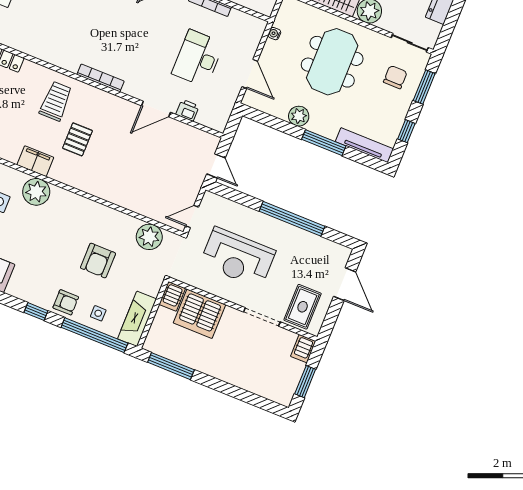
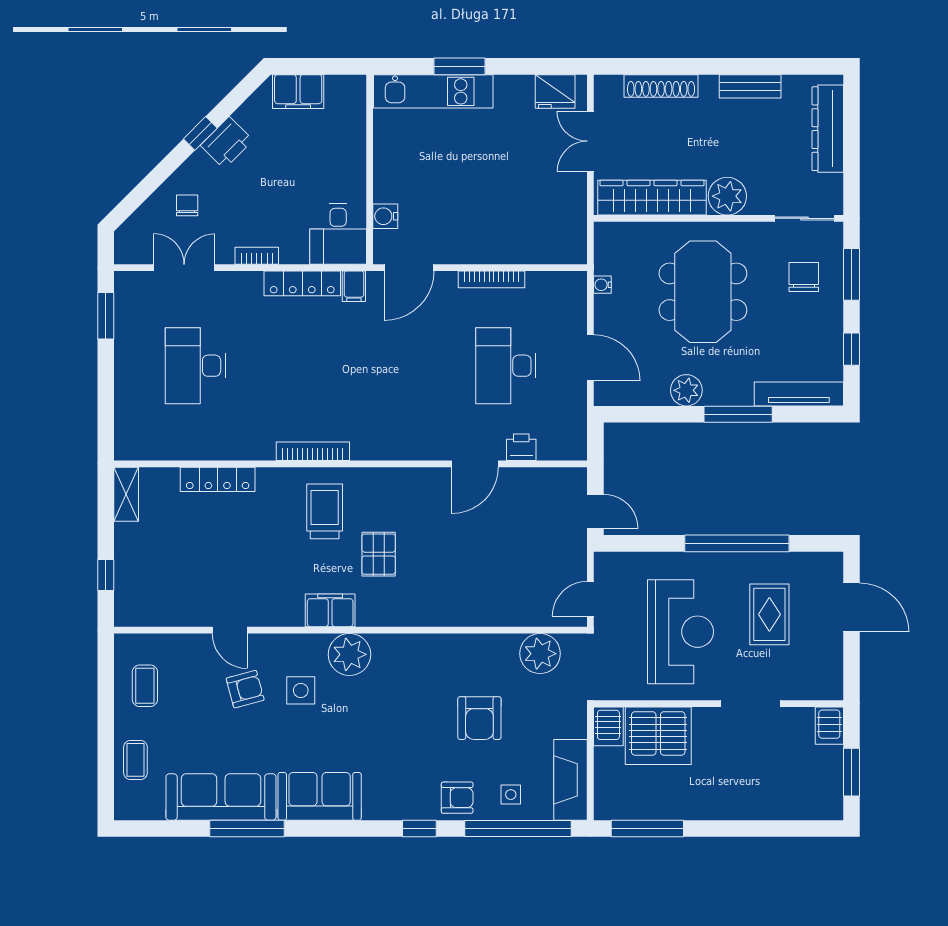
bookcase: (100, 78) -> (313, 451), moved
reception desk: (238, 258) -> (680, 632), turned -90
rug: (303, 307) -> (769, 614), moved

